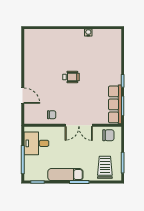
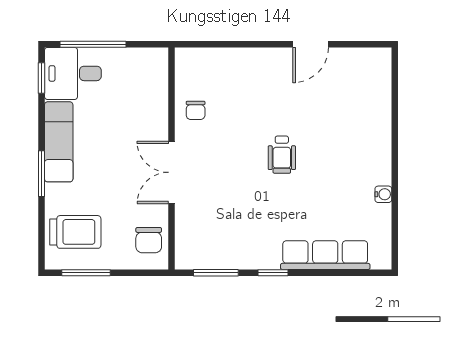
door: (23, 96) -> (311, 44), moved
row of seats: (115, 104) -> (325, 255), moved
desk: (36, 143) -> (73, 73), moved, turned -90

